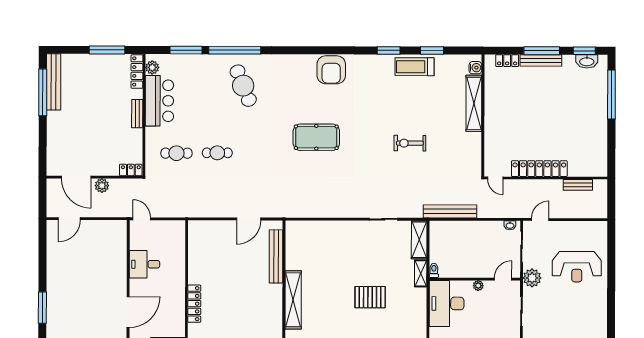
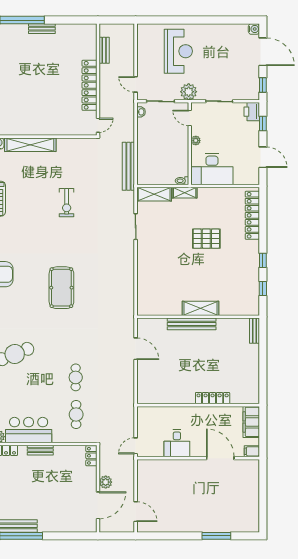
bench: (602, 116) -> (42, 29), added
bench: (276, 256) -> (192, 324), moved
pallet: (370, 297) -> (206, 239), turned 90
shelving: (293, 300) -> (201, 308), width x0.68

